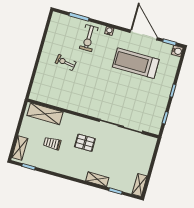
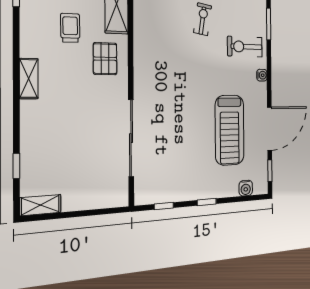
water cooler: (177, 51) -> (246, 188), moved
treadmill: (136, 63) -> (230, 130), turned 180
pallet: (85, 143) -> (105, 59), moved
shelving: (97, 179) -> (29, 79), moved

